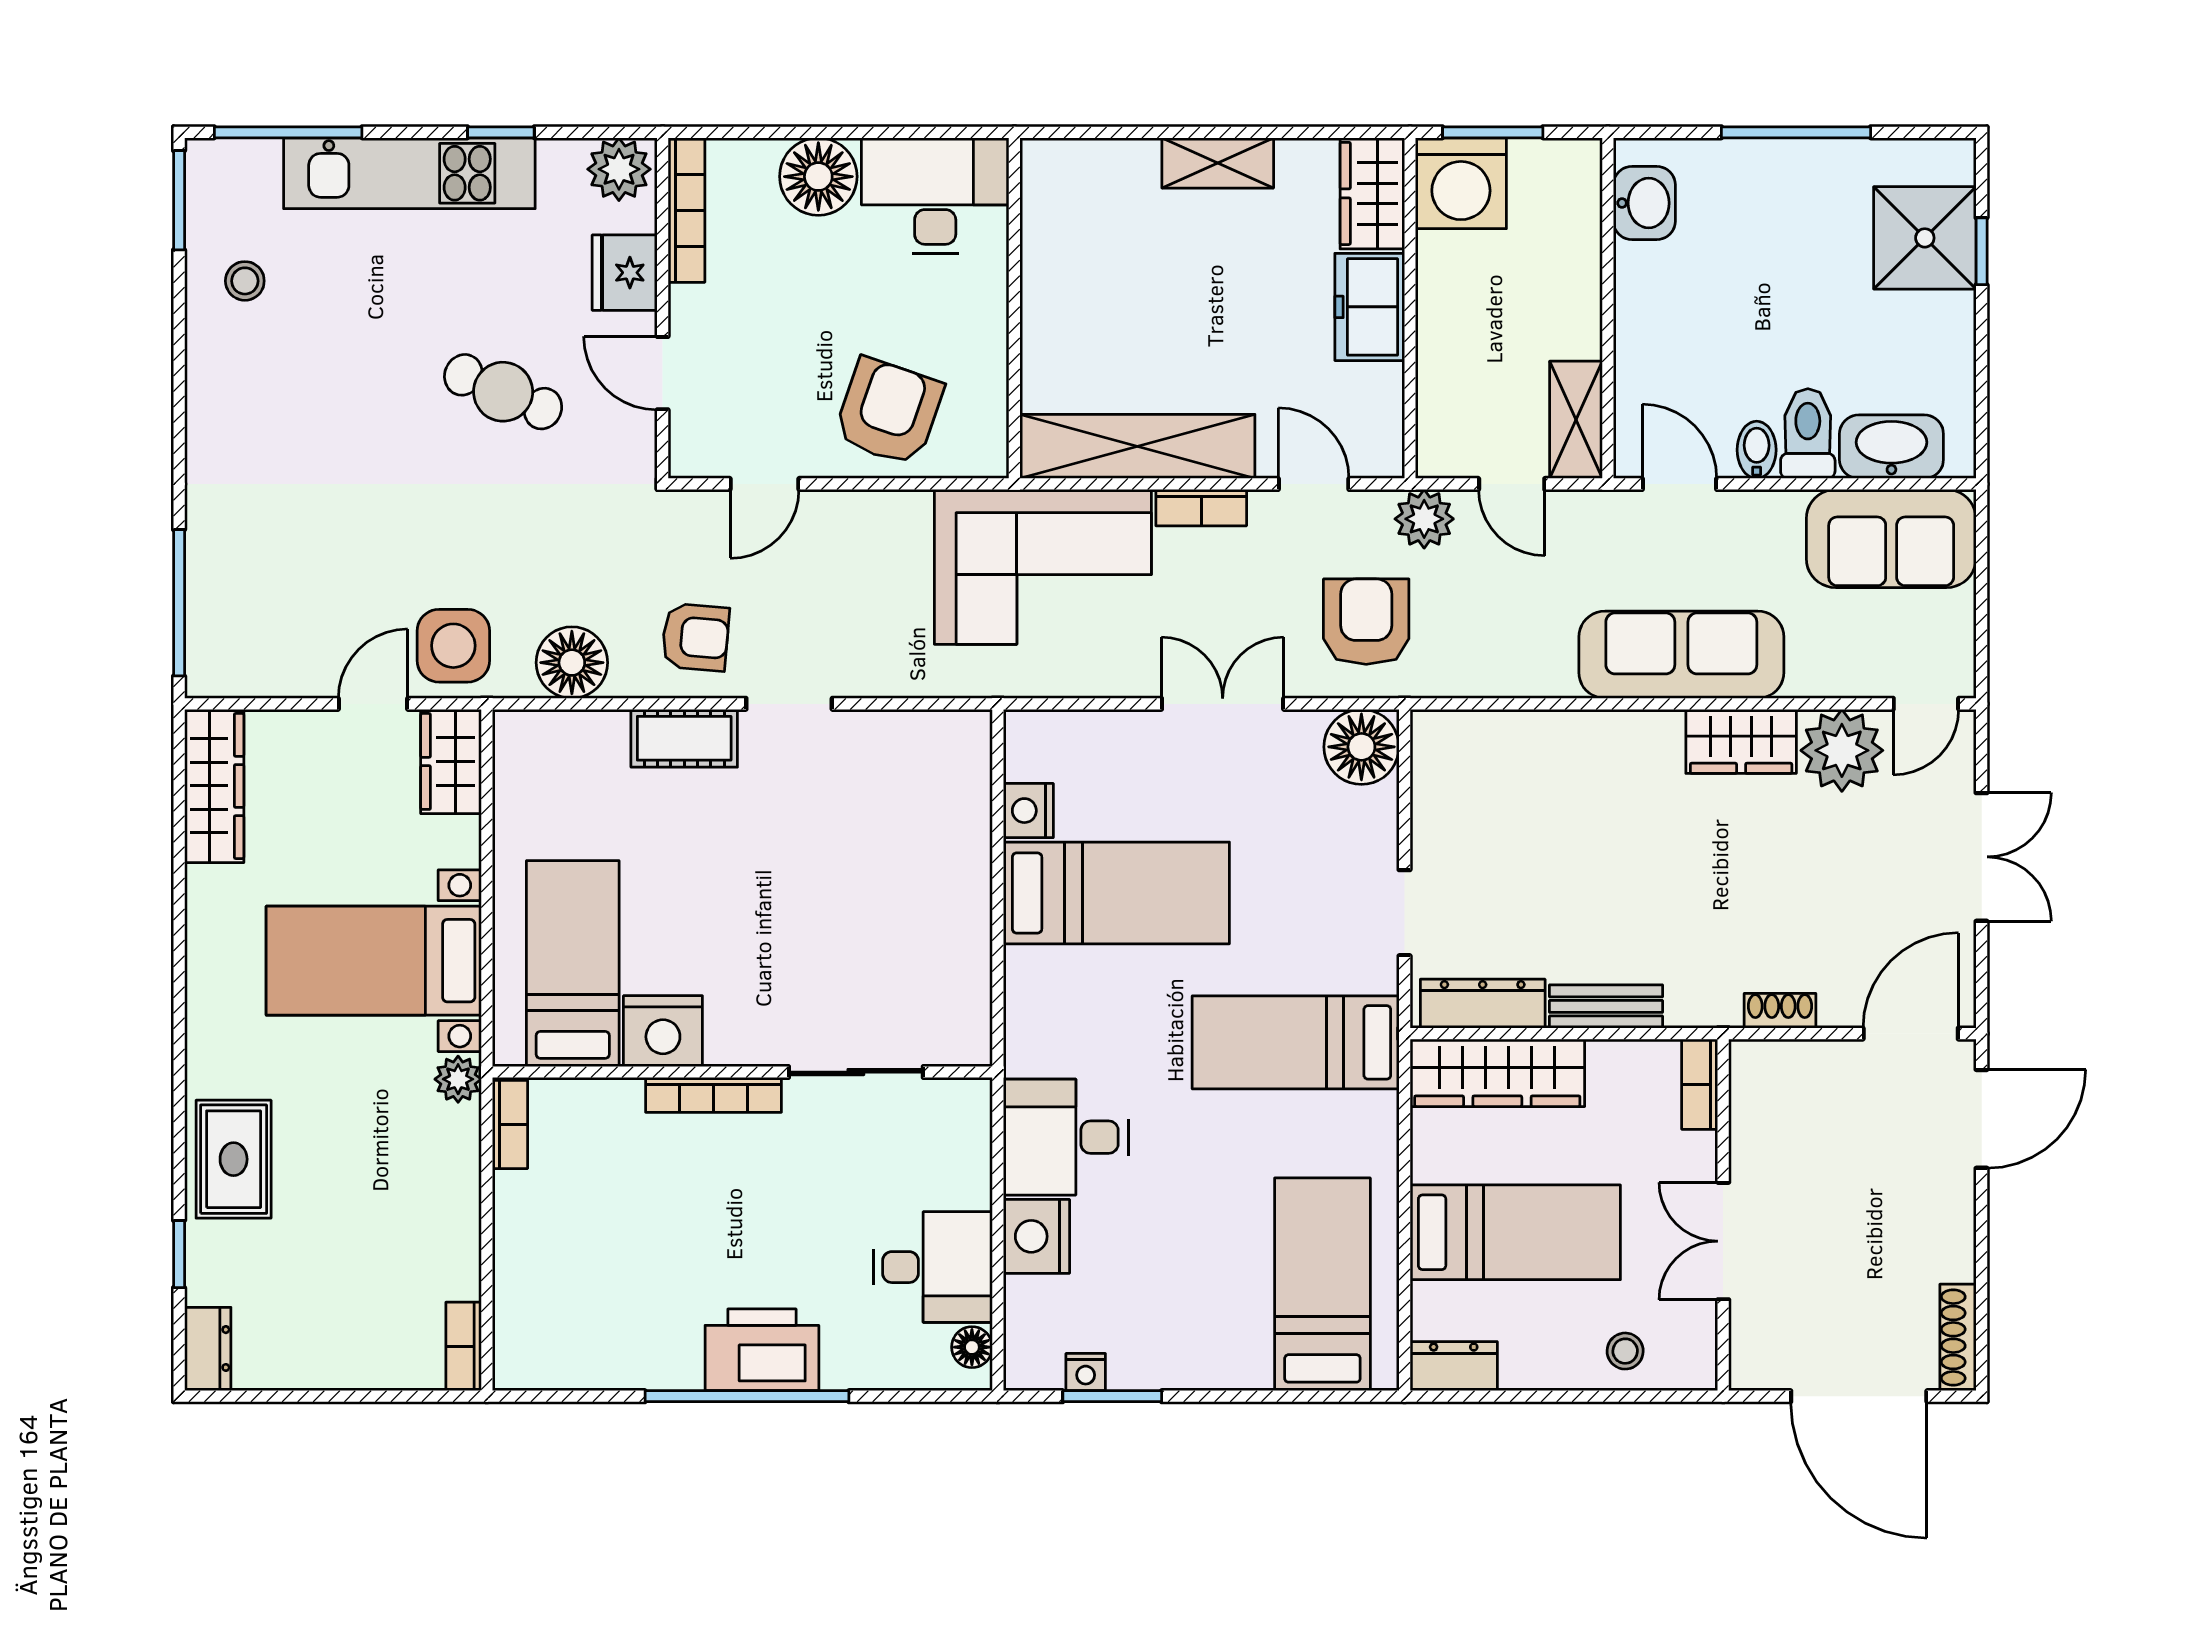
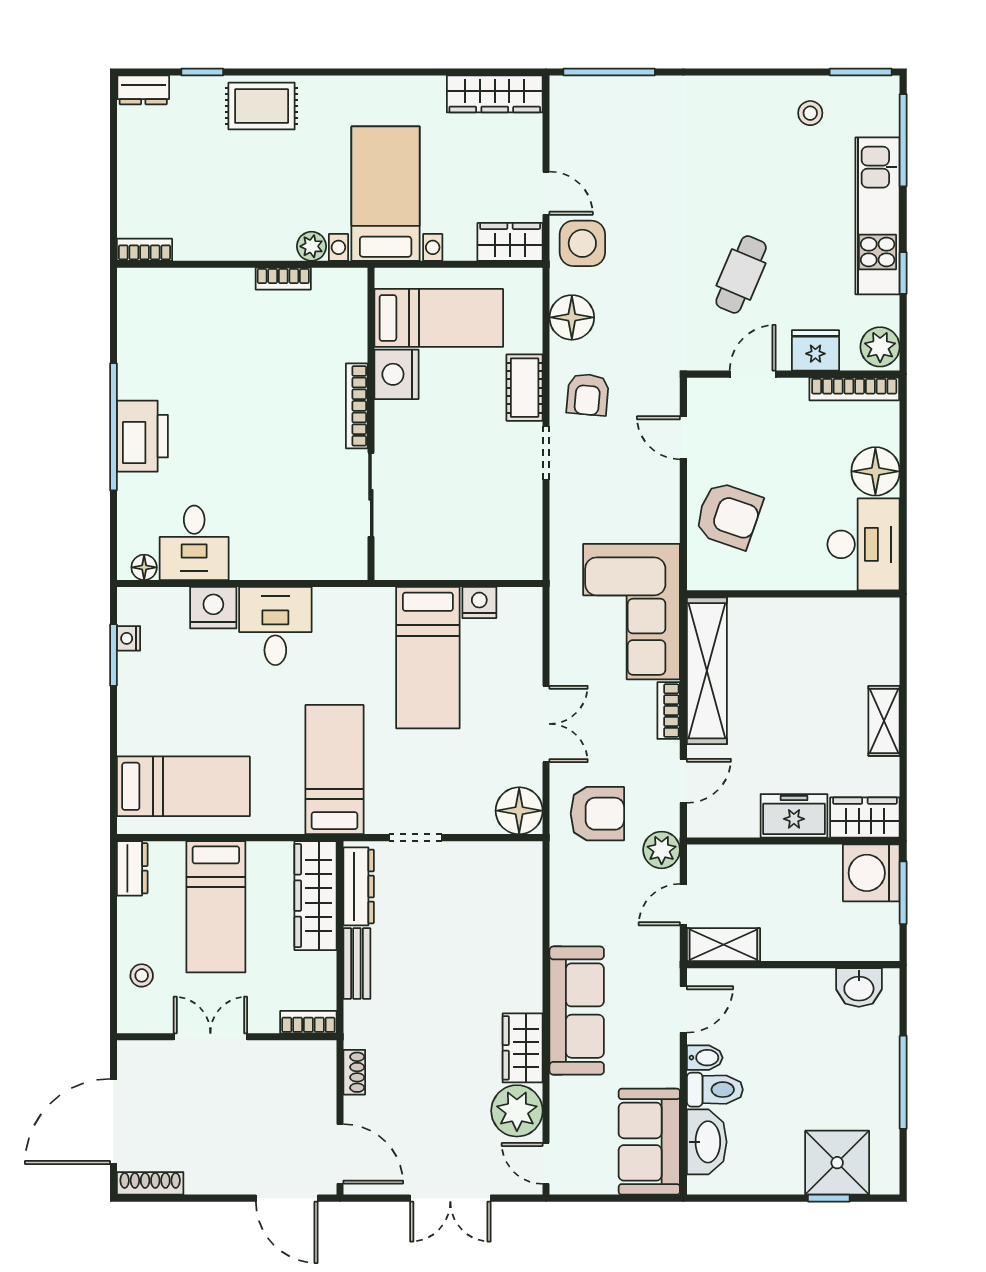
bed: (573, 964) -> (439, 318), moved
nightstand: (663, 1031) -> (397, 374), moved
wall: (742, 1072) -> (371, 424), moved
sliding door: (856, 1072) -> (371, 495), moved
bookcase: (713, 1095) -> (357, 406), moved

